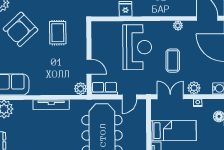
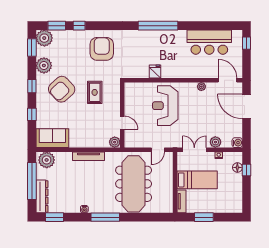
reception desk: (137, 47) -> (165, 106), turned 180
coffee table: (173, 61) -> (197, 118), removed
row of seats: (104, 88) -> (136, 142), removed

